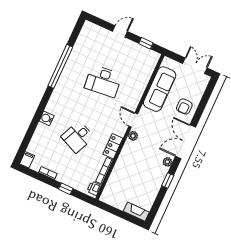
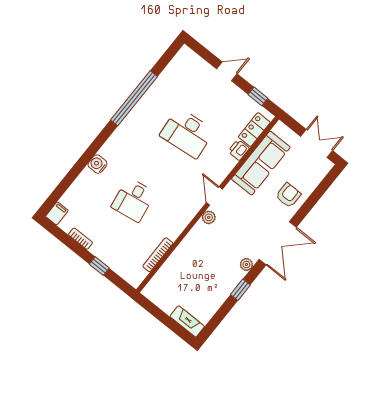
armchair: (184, 107) -> (288, 195), turned 180
desk: (78, 137) -> (133, 200), turned -33
double door: (185, 142) -> (278, 243), swing flipped
locker: (113, 146) -> (254, 130), moved
printer: (94, 188) -> (239, 150), moved

